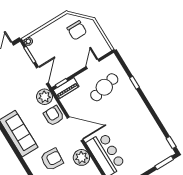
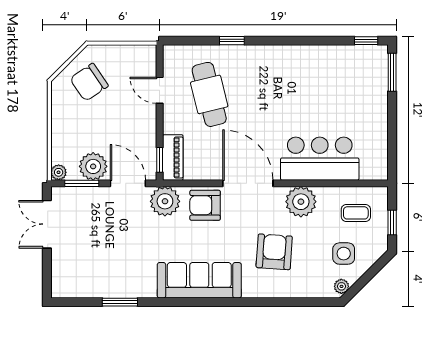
chair: (77, 30) -> (89, 82), turned 146
plant: (40, 55) -> (93, 166), added
door: (75, 129) -> (248, 183), hinge flipped

